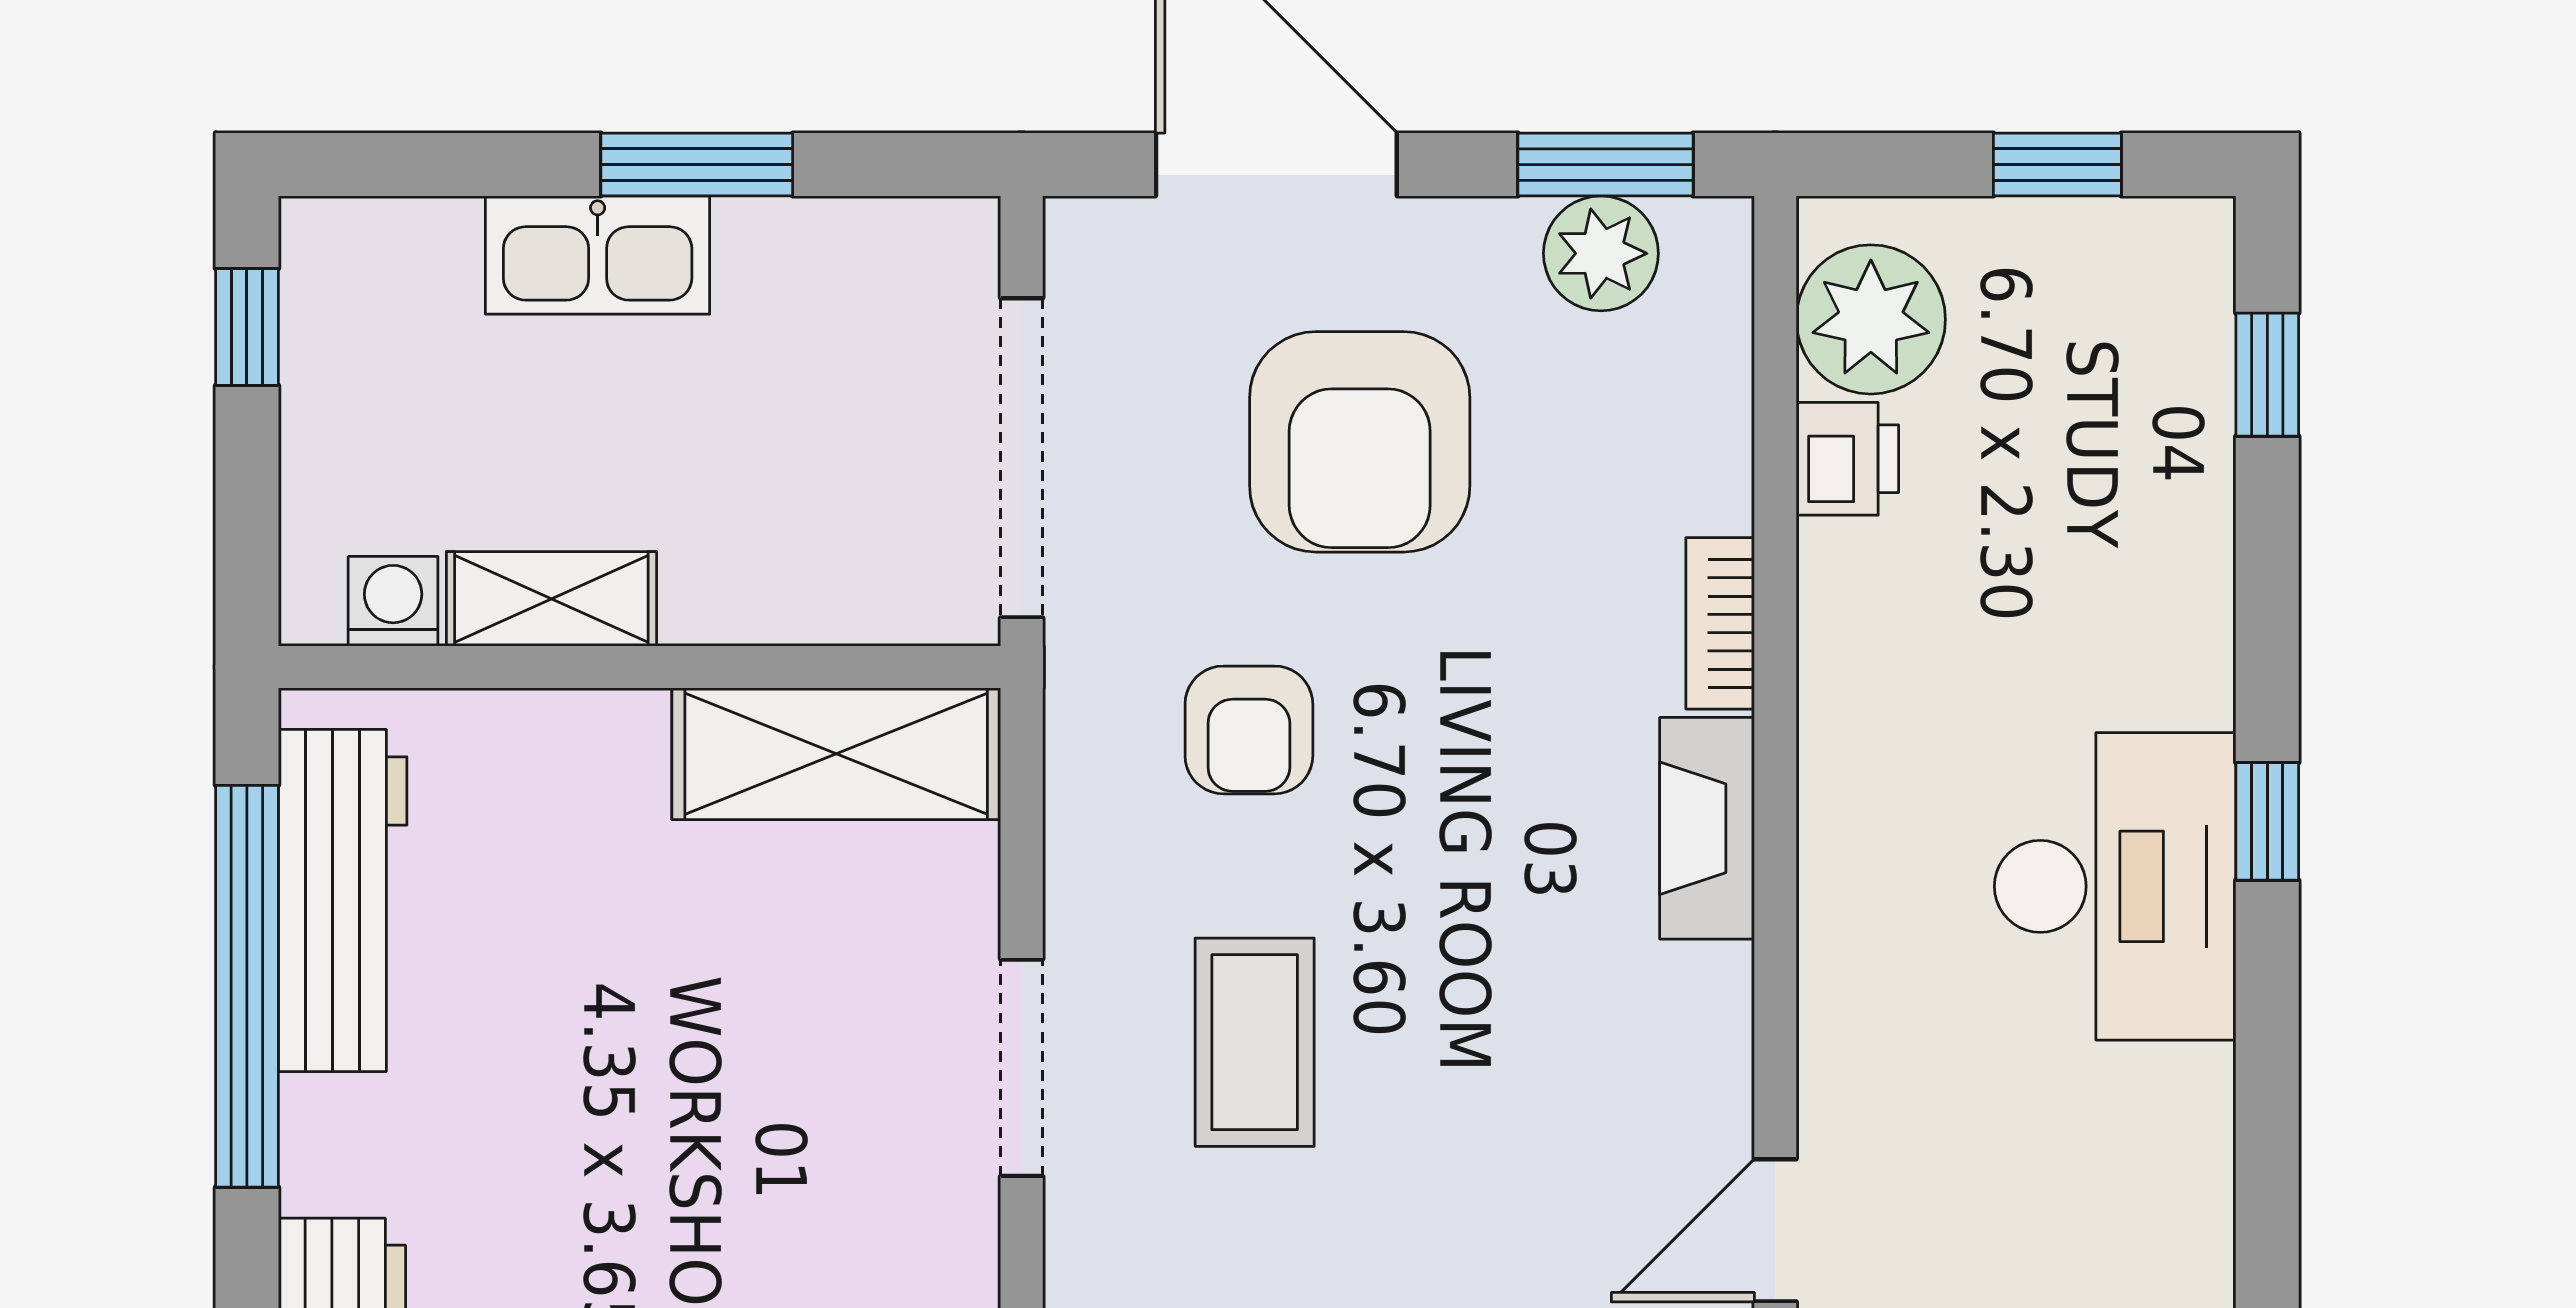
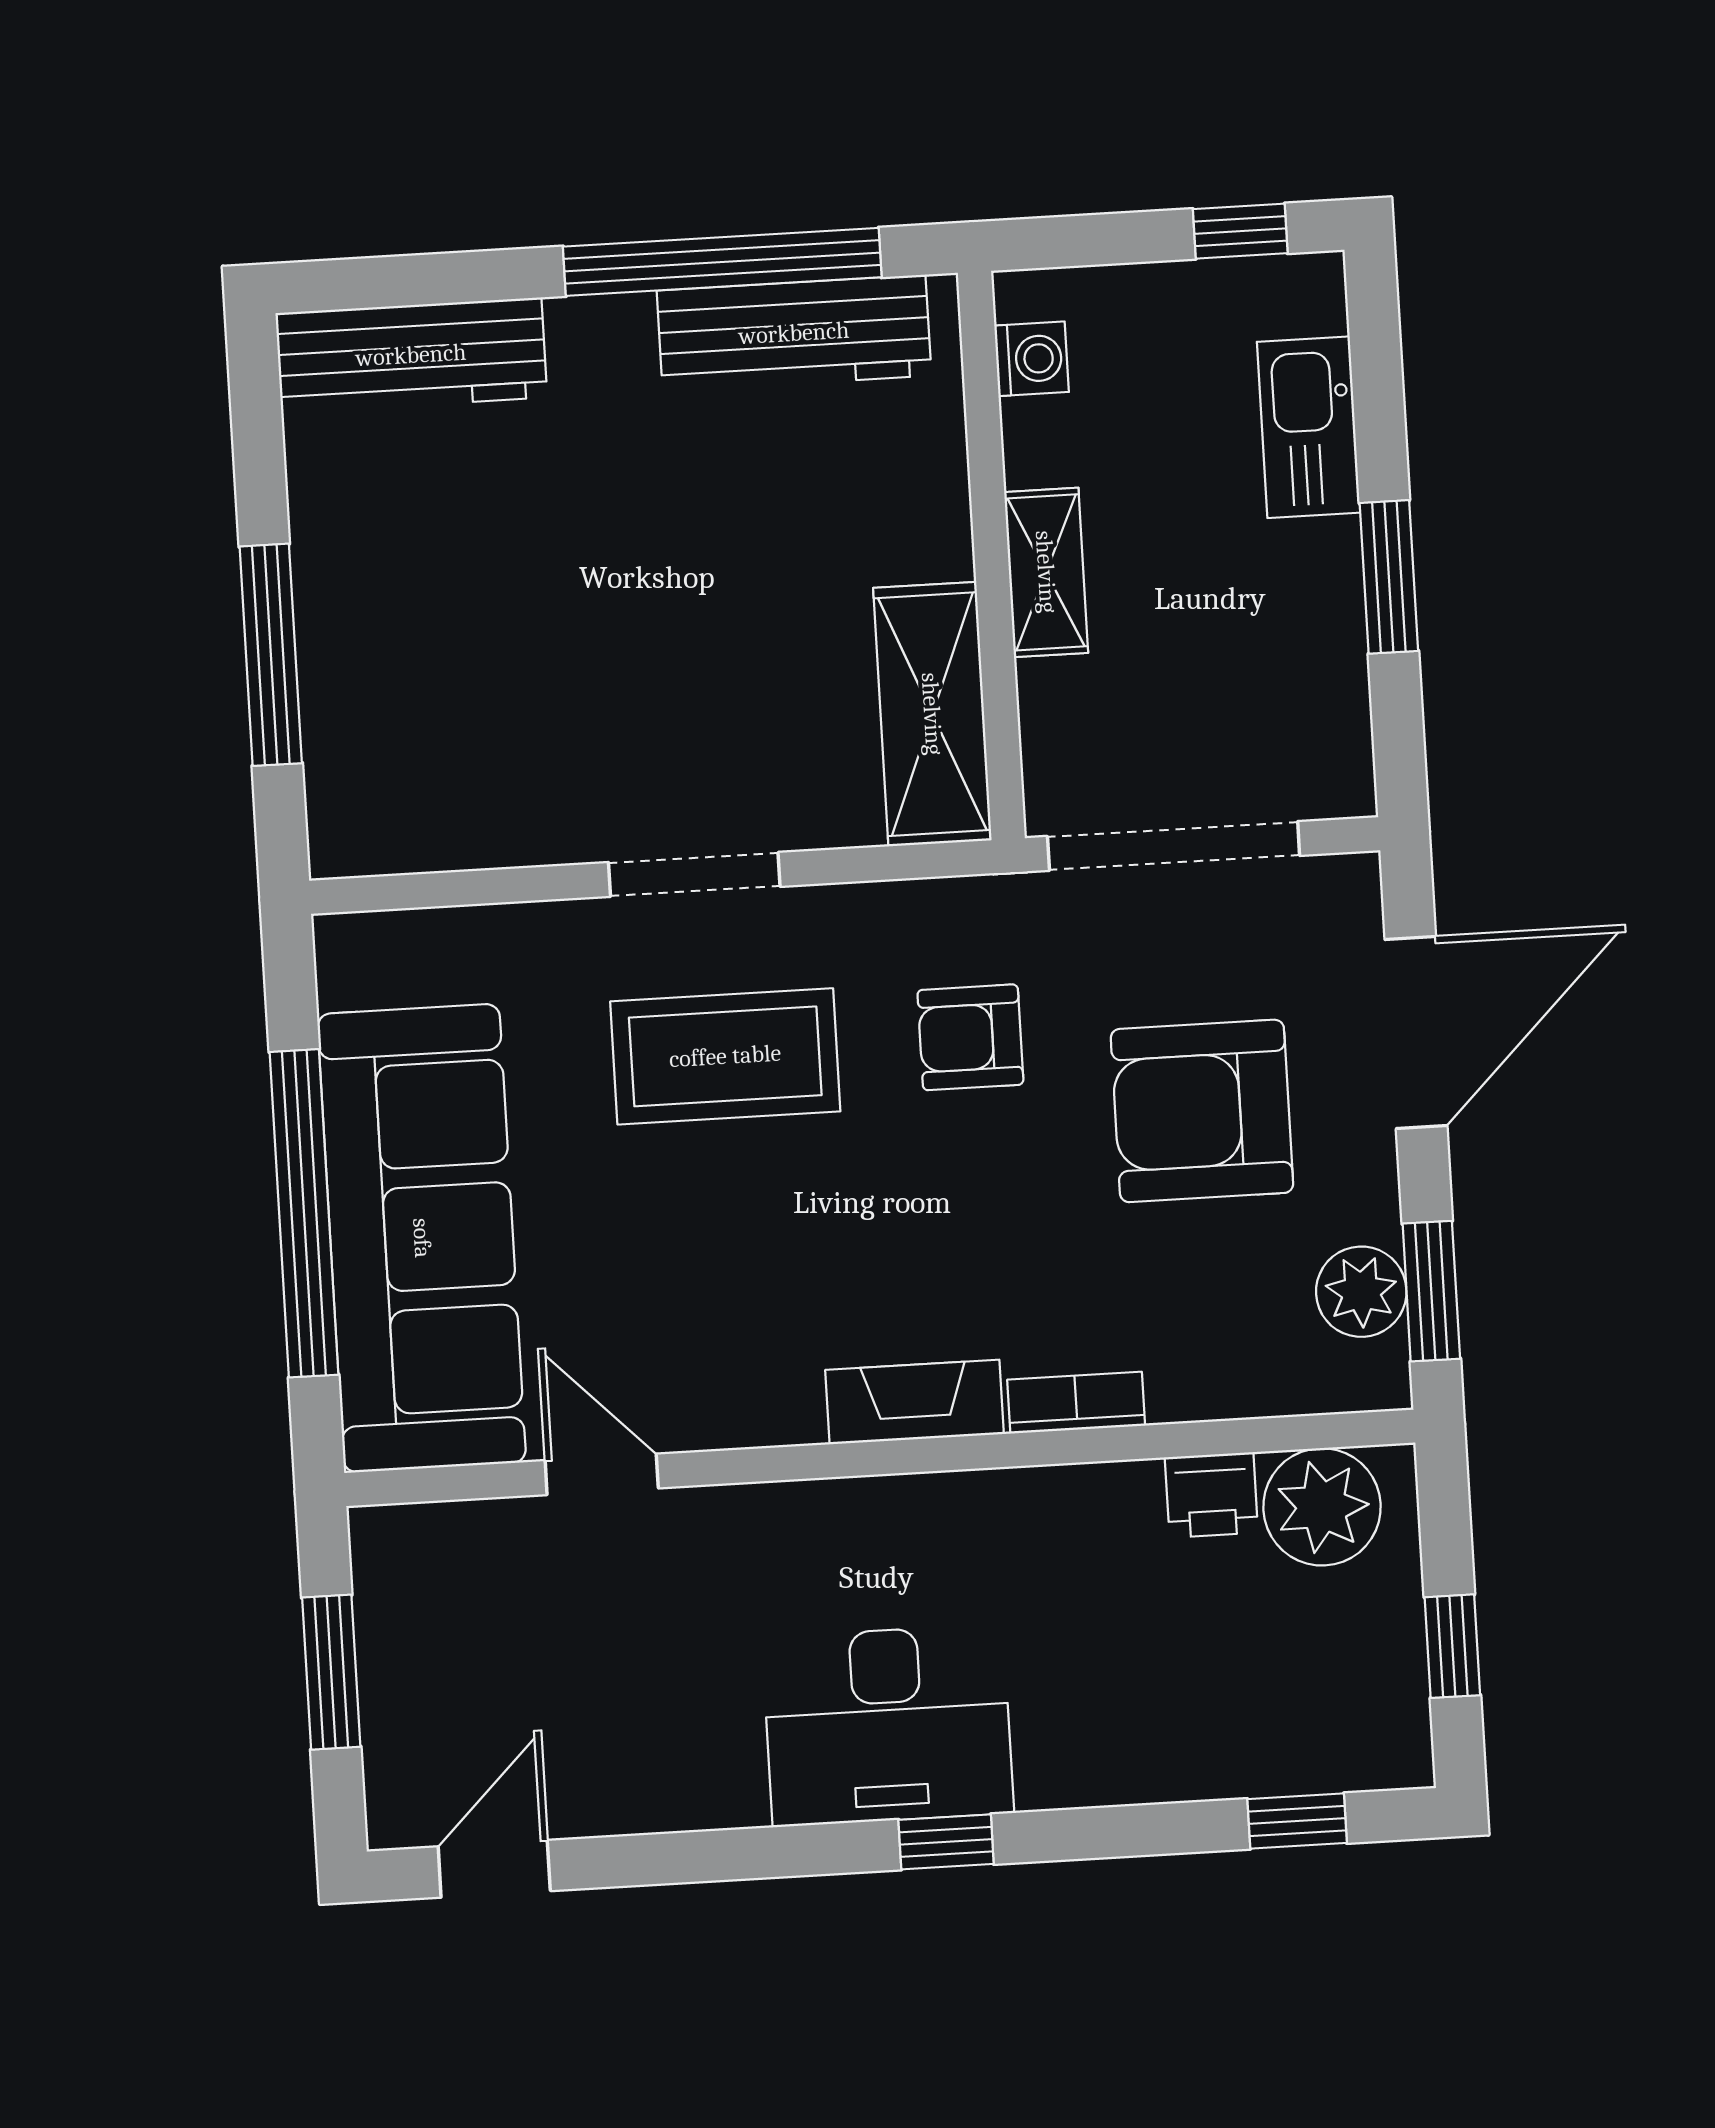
kitchen sink: (598, 255) -> (1309, 427), moved
shelving: (551, 599) -> (1046, 572), moved
coffee table: (1255, 1042) -> (725, 1056), width x1.36, depth x1.32

